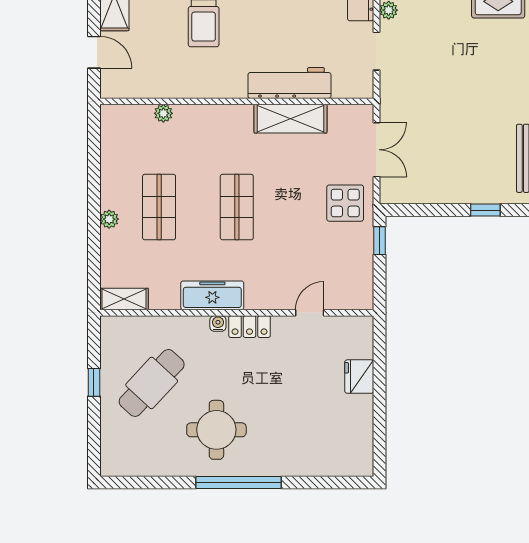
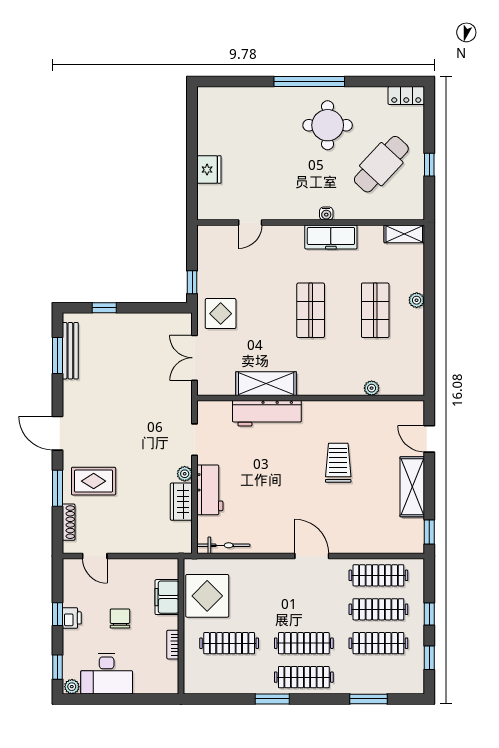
locker: (250, 327) -> (406, 95), moved, turned 180

